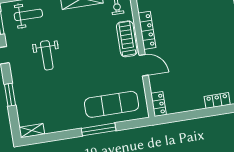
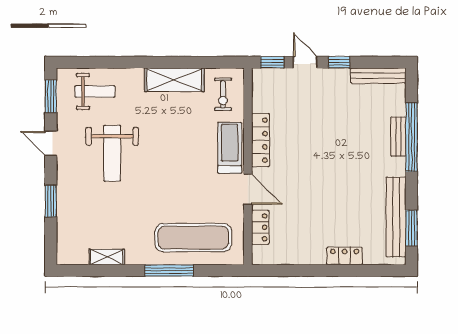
weight bench: (47, 55) -> (112, 153), width x1.36, depth x1.33
locker: (159, 104) -> (260, 227), moved
shelving: (32, 131) -> (107, 257), moved

